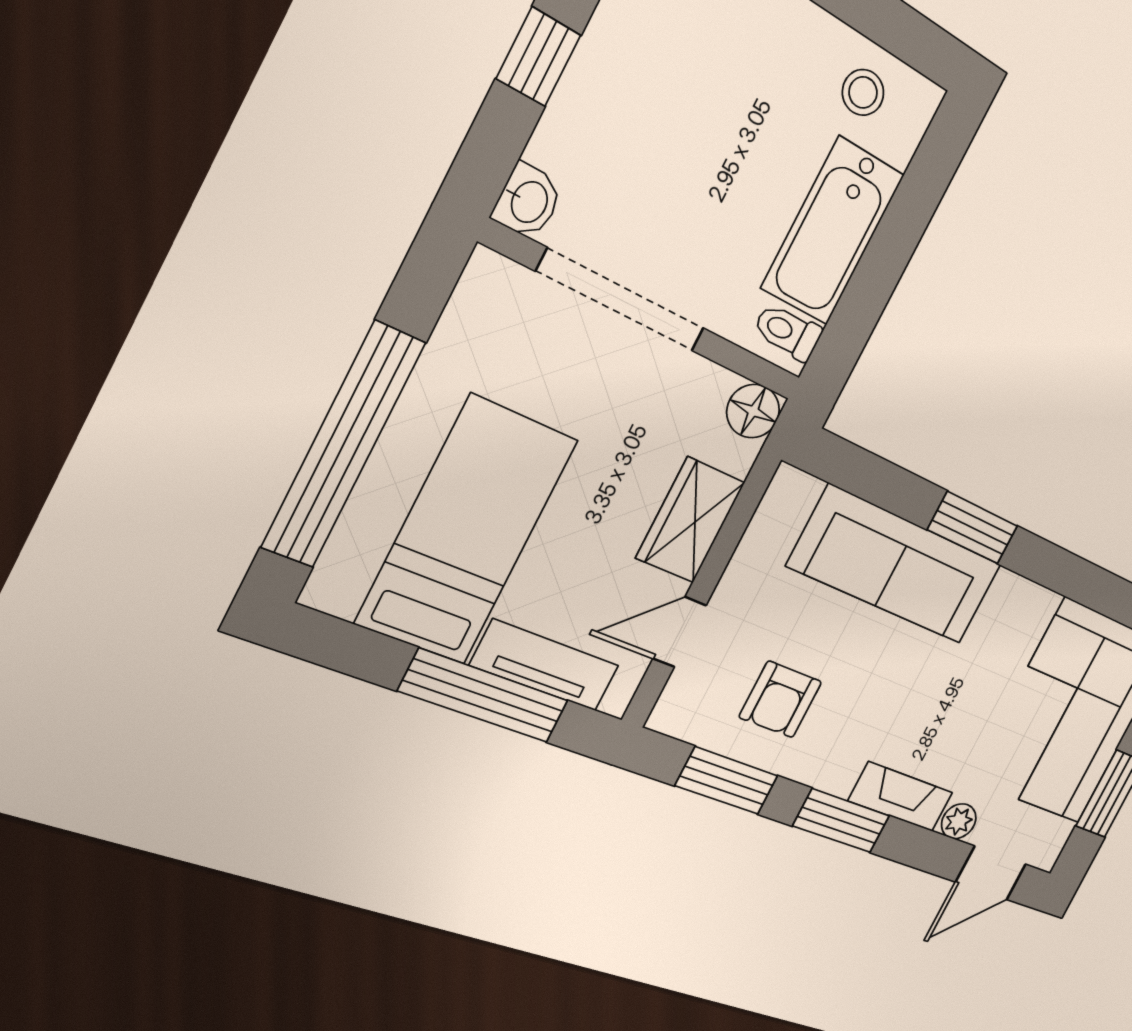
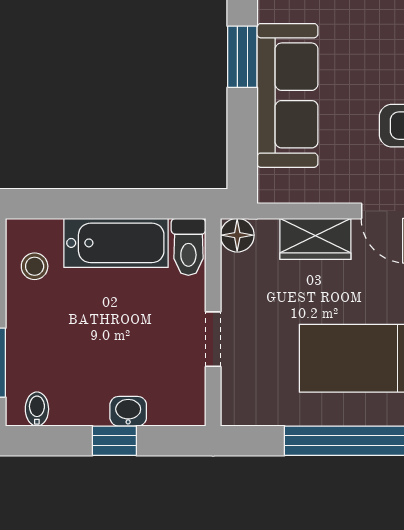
washbasin: (528, 201) -> (128, 411), moved
doorway: (622, 300) -> (213, 339), width x0.53
toilet: (788, 332) -> (188, 247), width x1.37, depth x1.39

